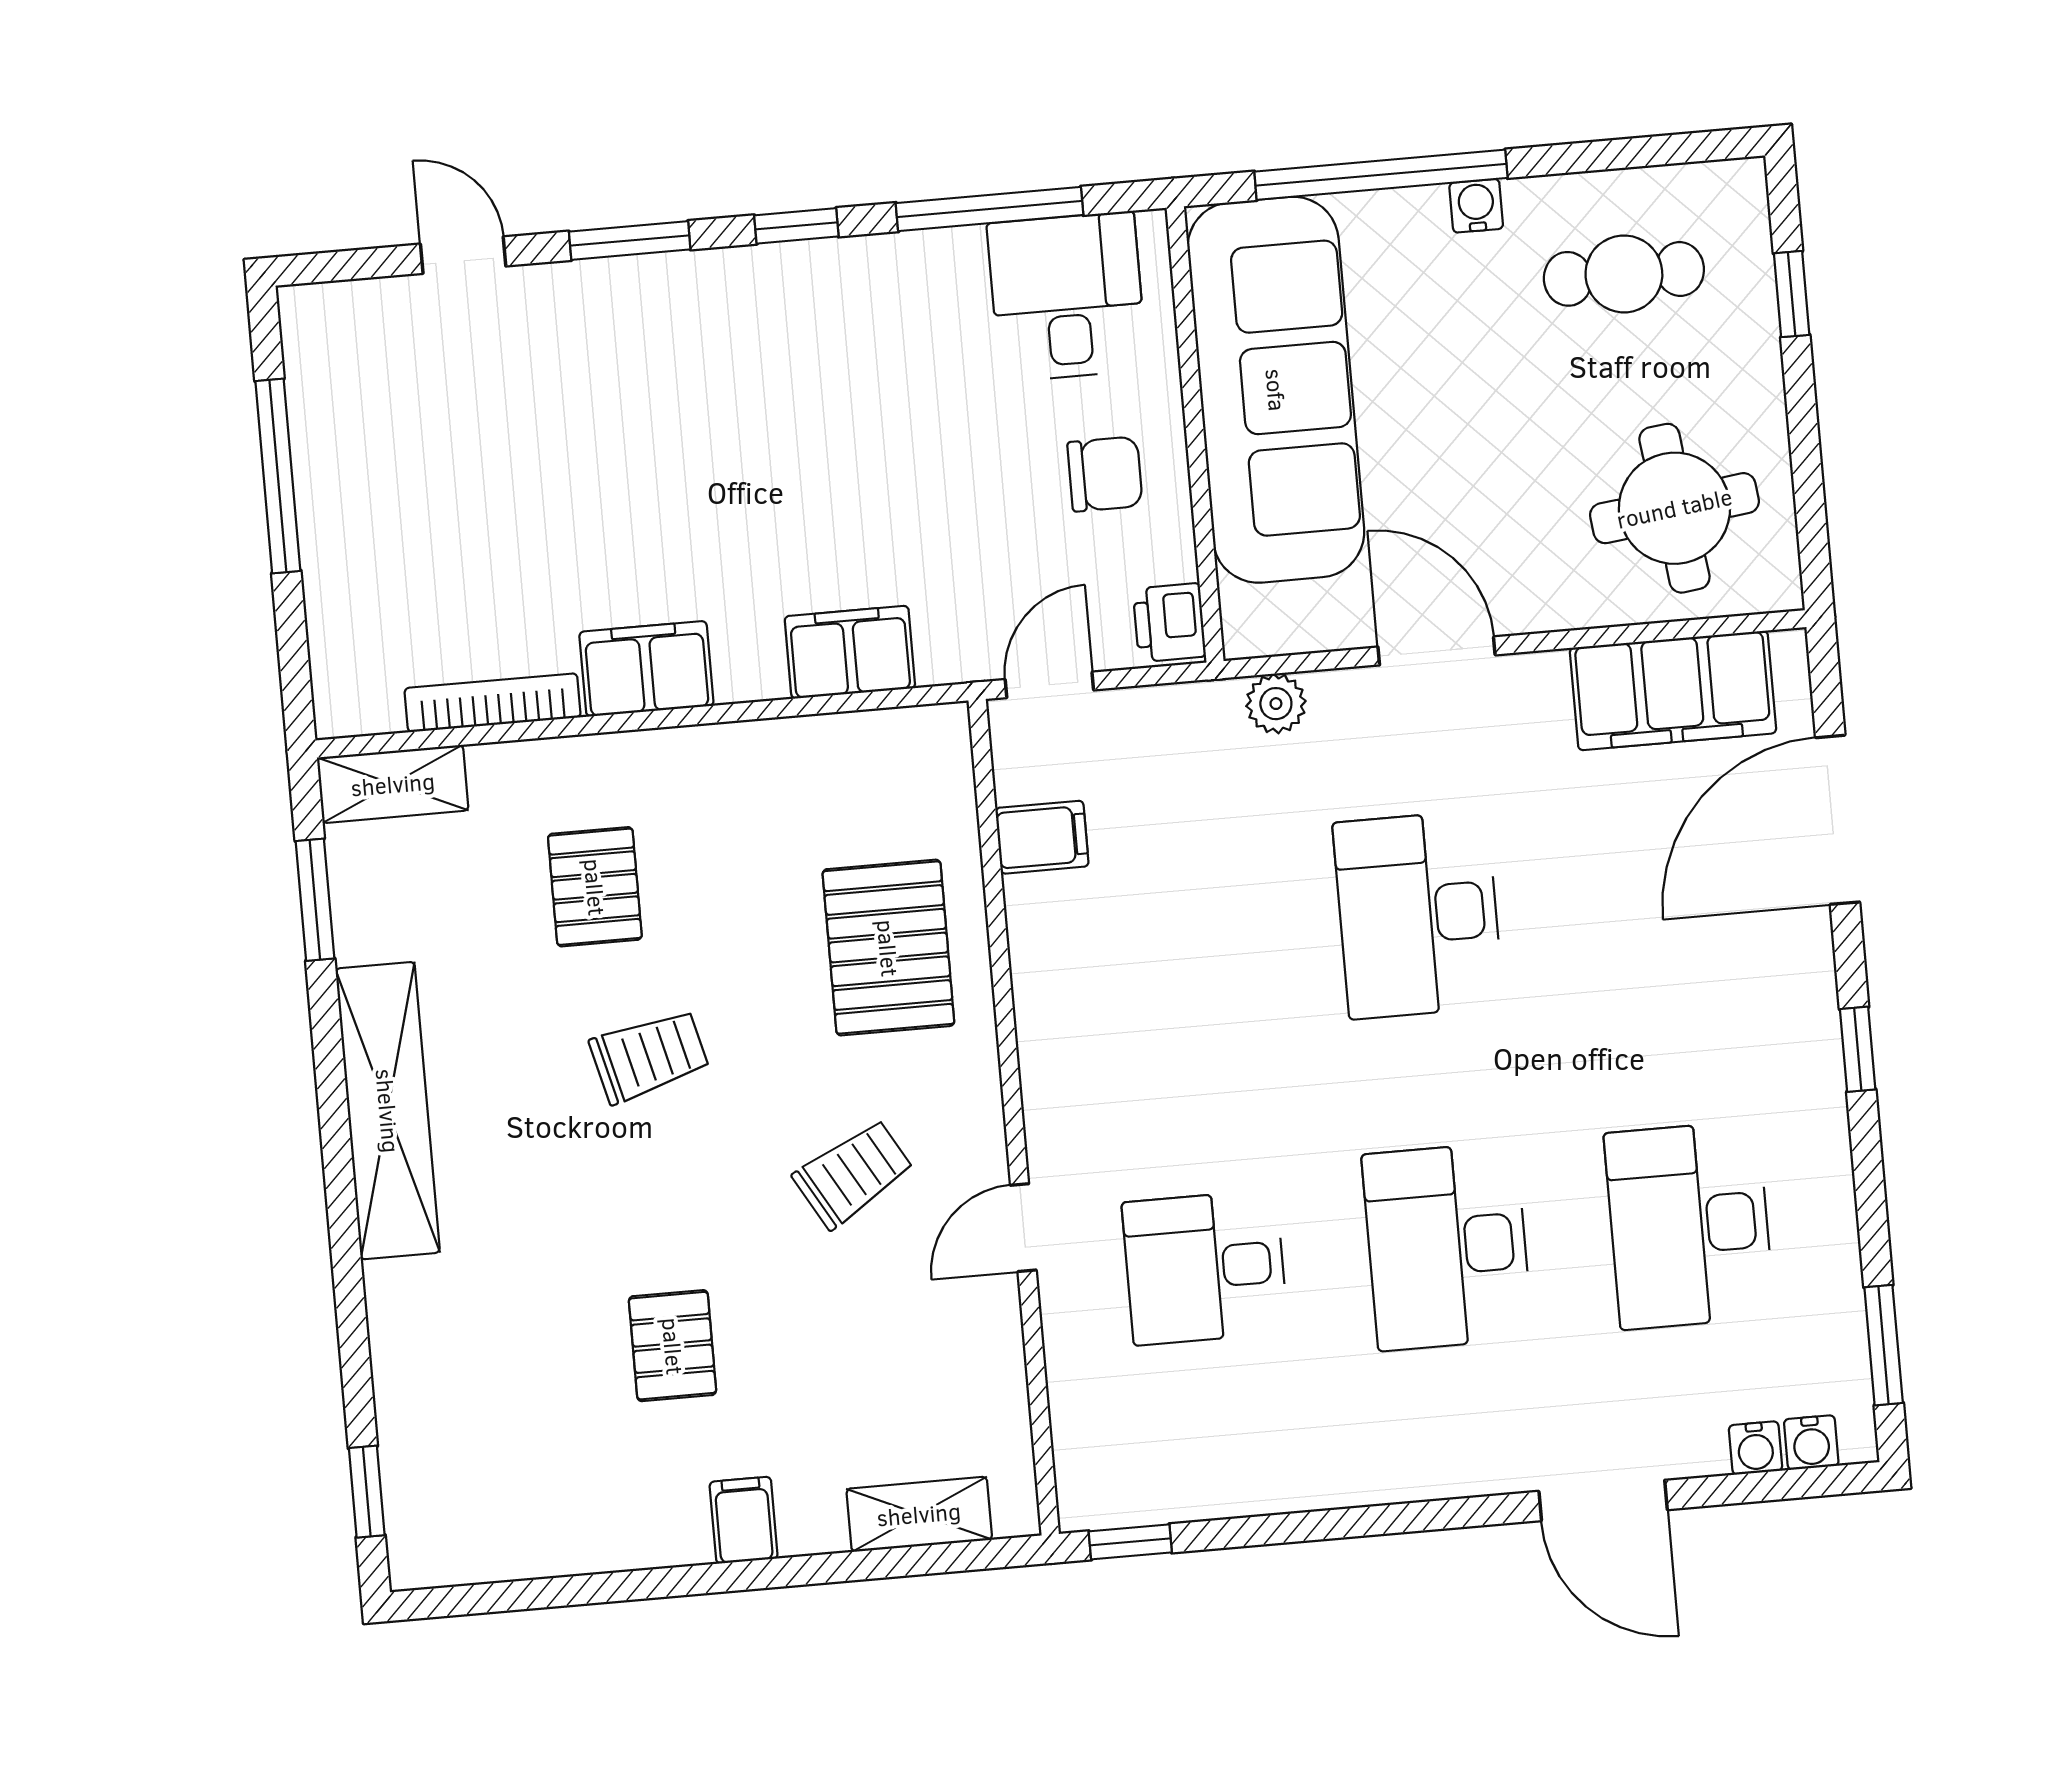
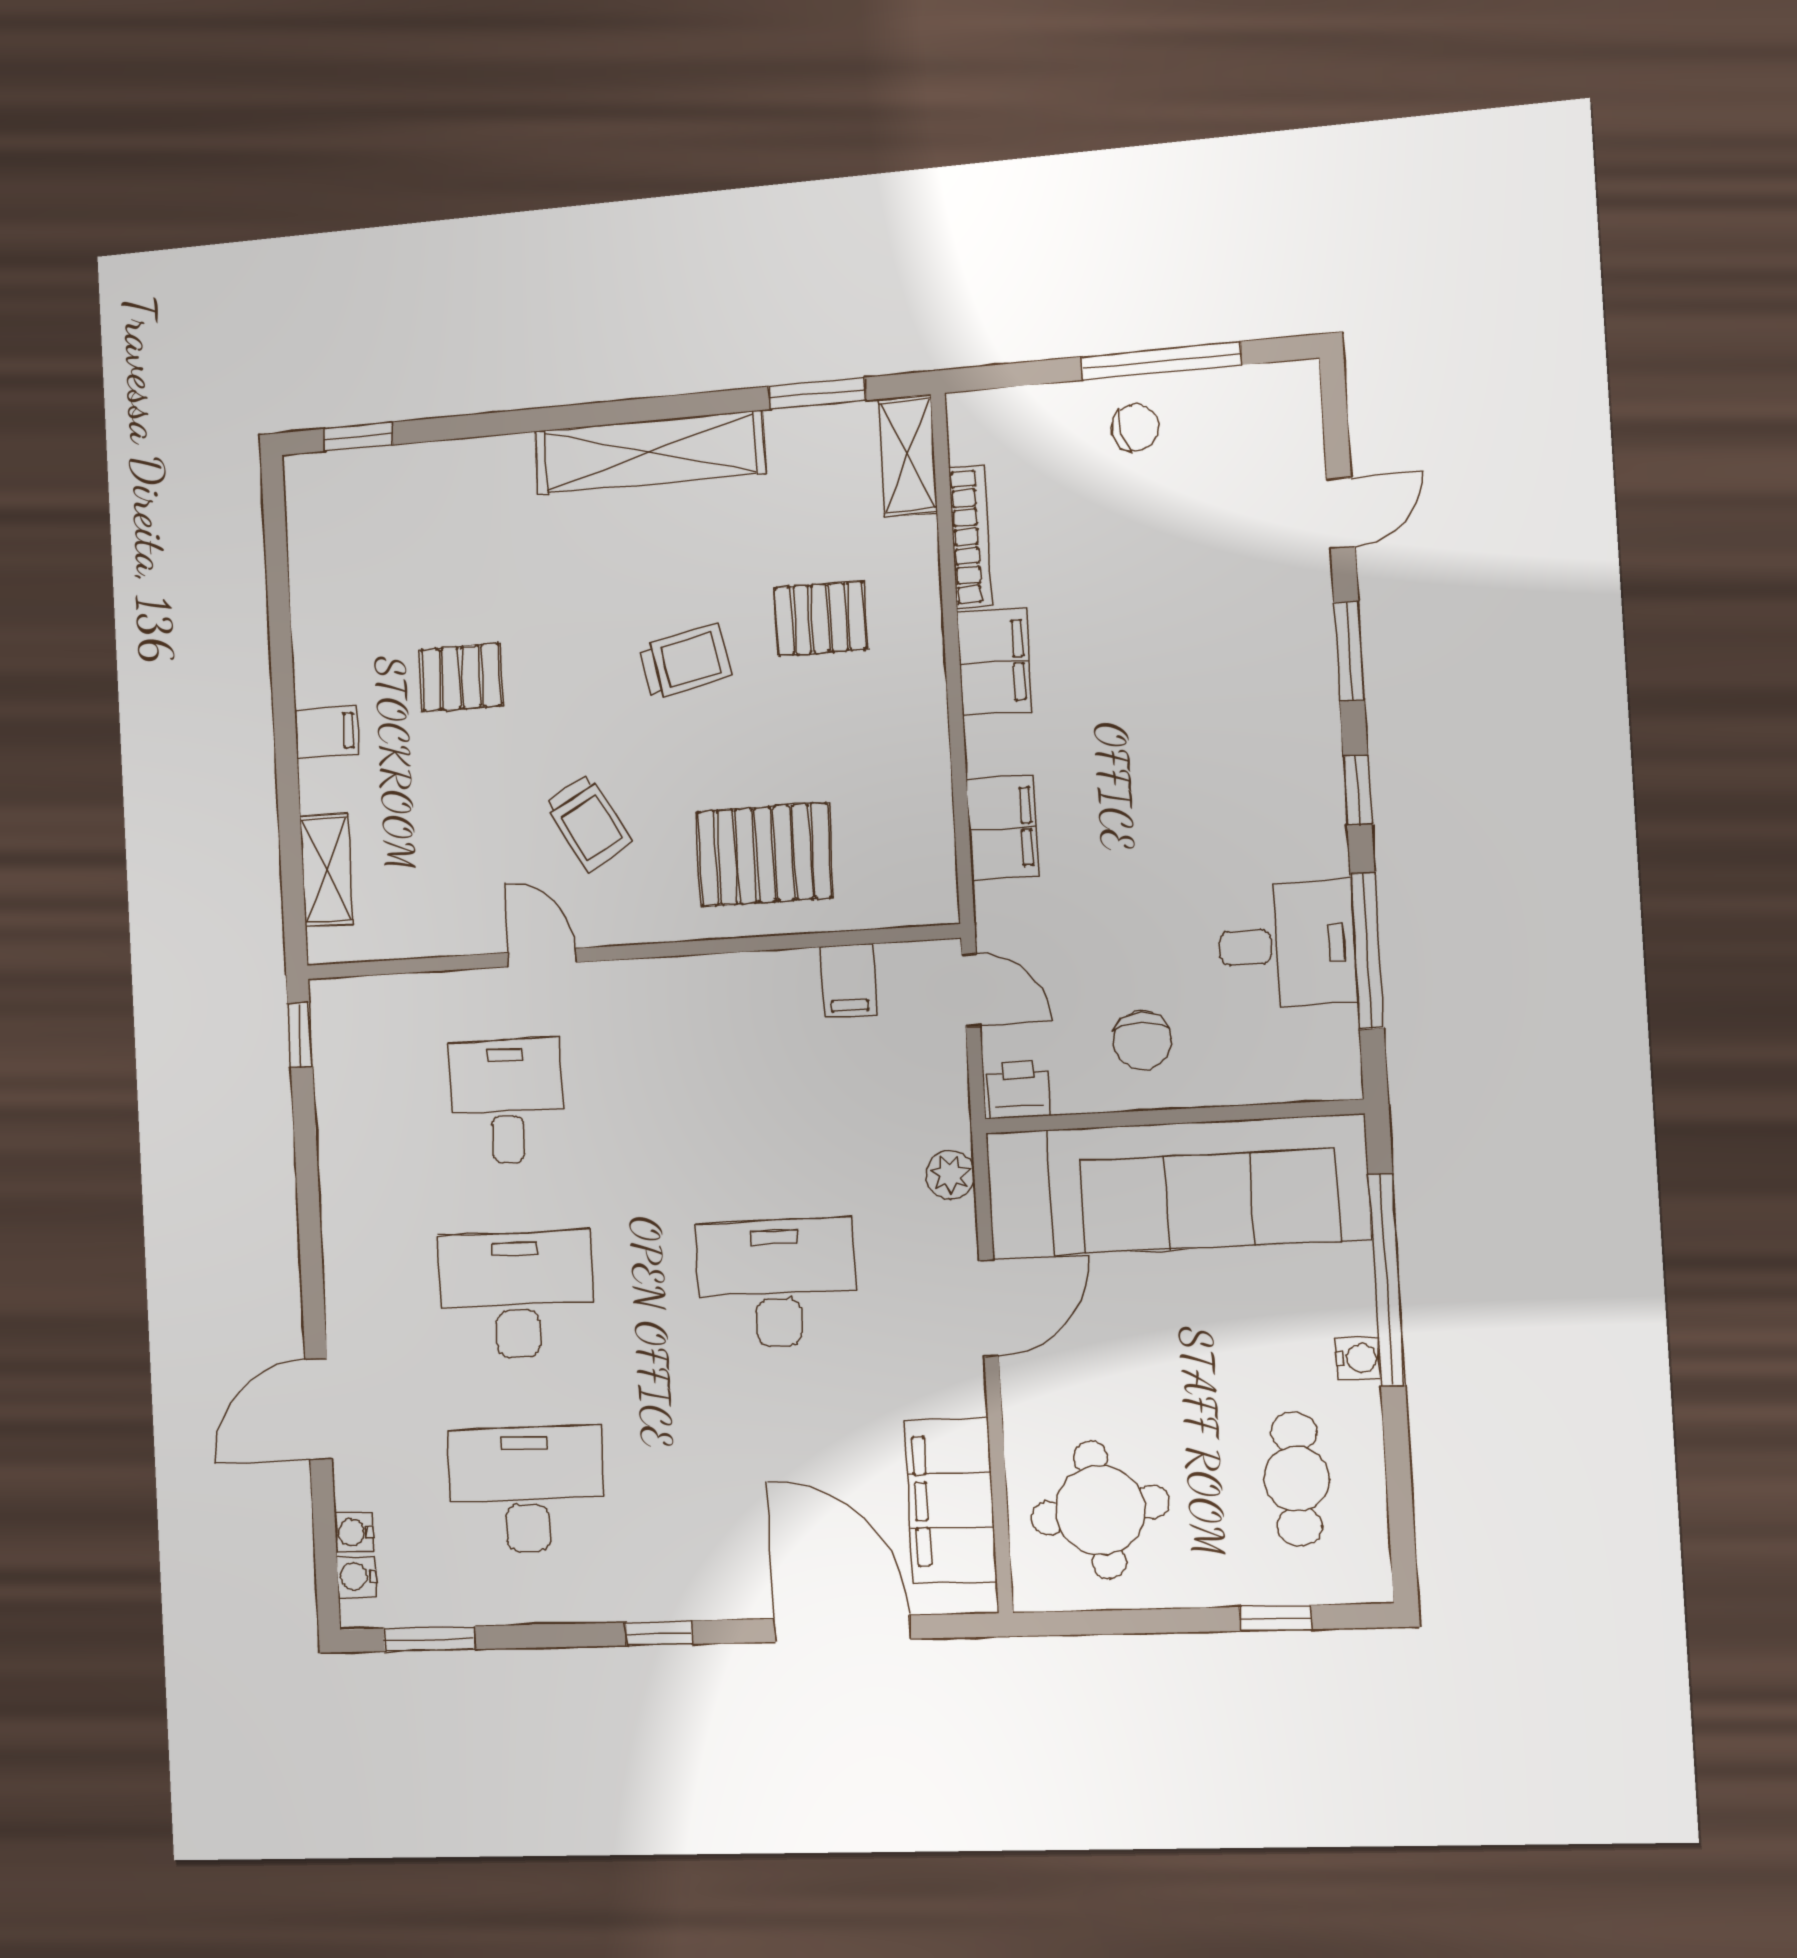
desk: (1067, 297) -> (1287, 945), moved
chair: (359, 505) -> (1135, 428), added
trolley: (649, 1056) -> (685, 661), turned -88

